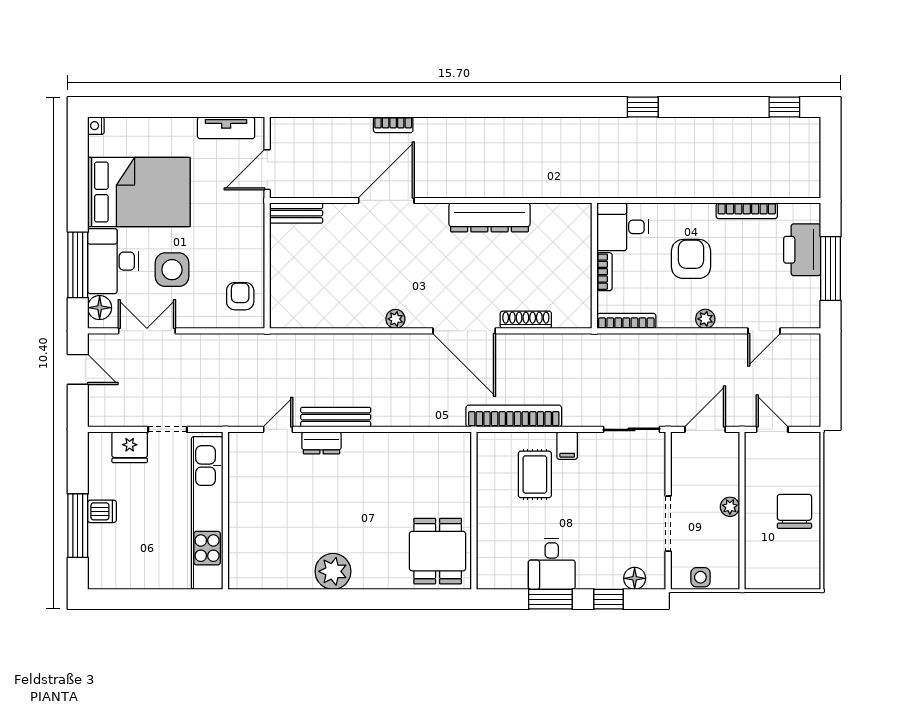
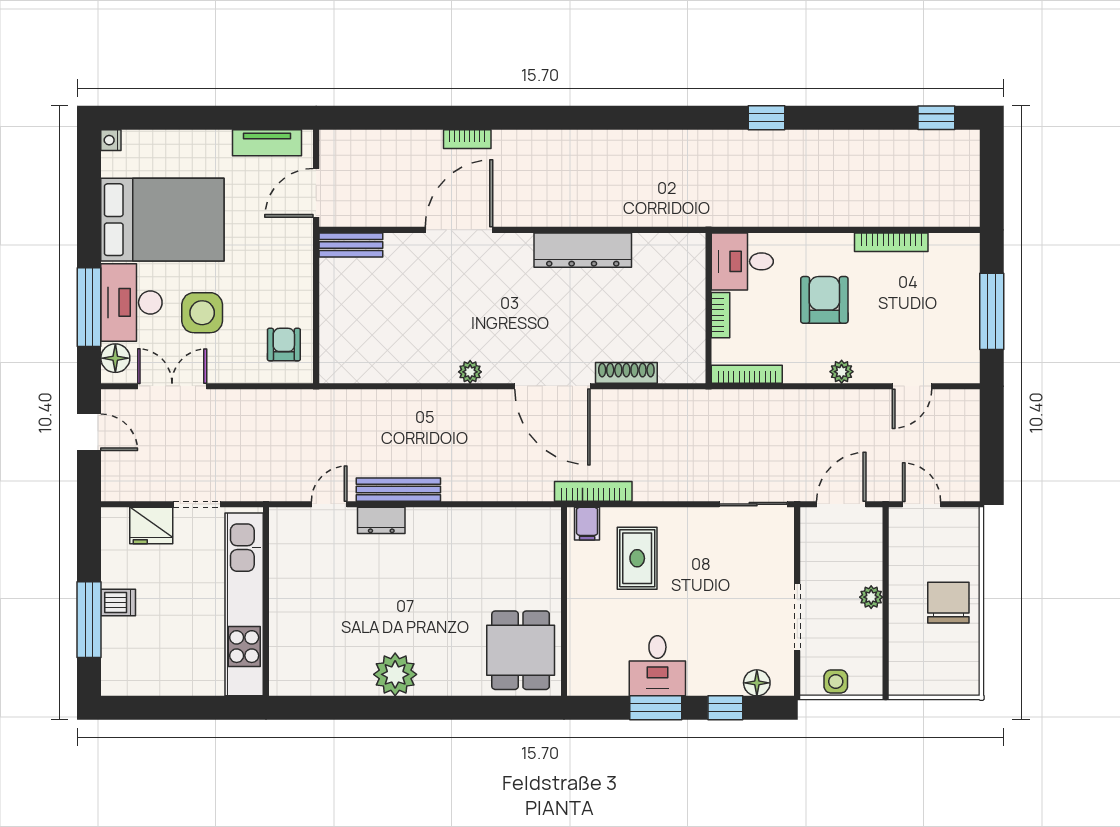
printer: (802, 250) -> (958, 289), removed
bookcase: (514, 416) -> (593, 491), width x0.68, depth x0.76
filing cabinet: (567, 446) -> (587, 524), moved

